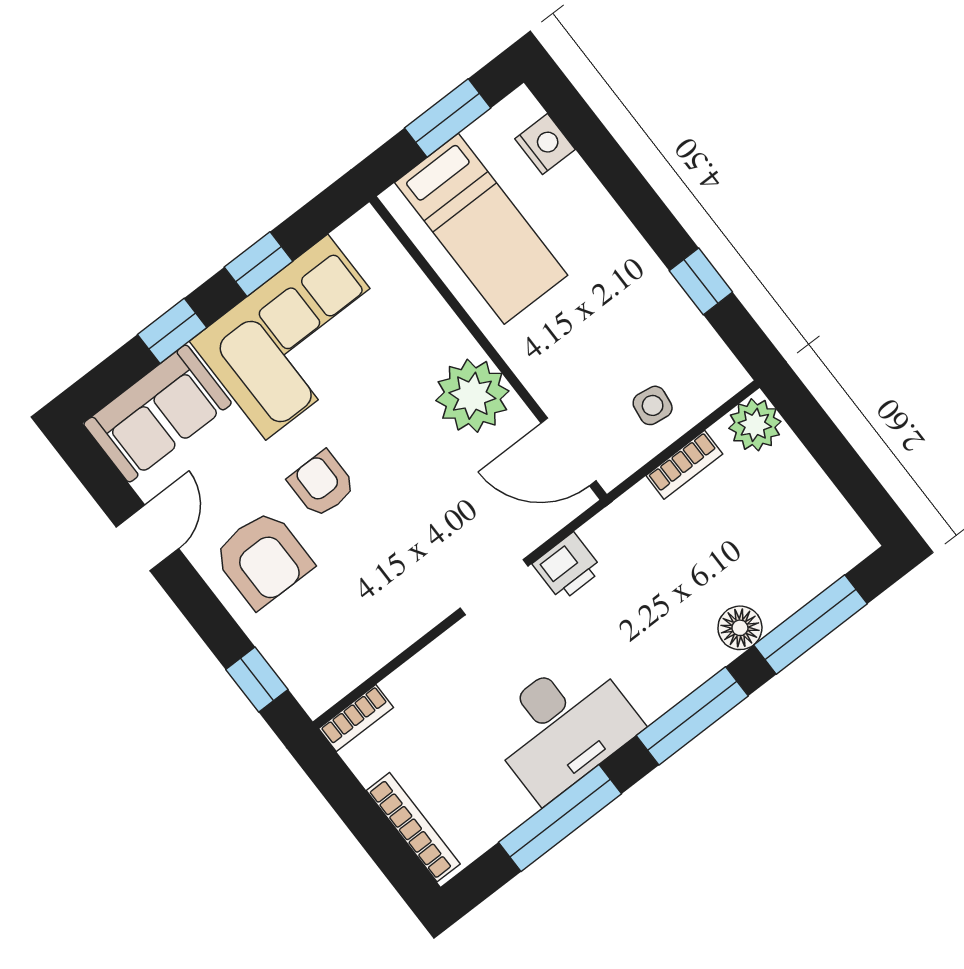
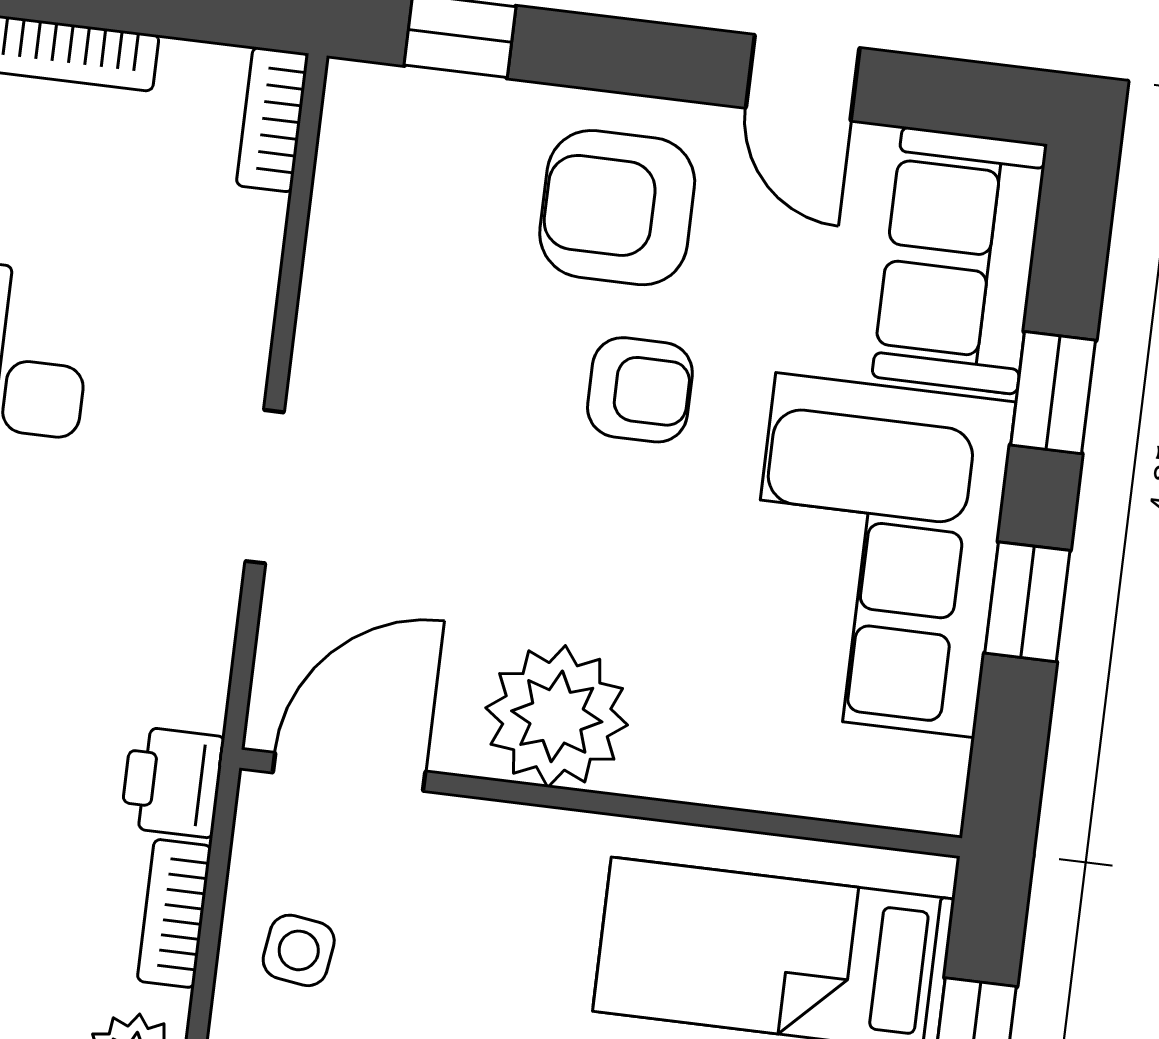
printer: (567, 567) -> (172, 782), moved

